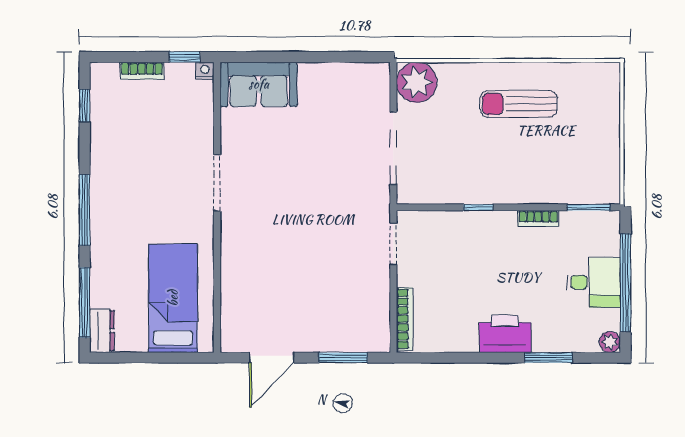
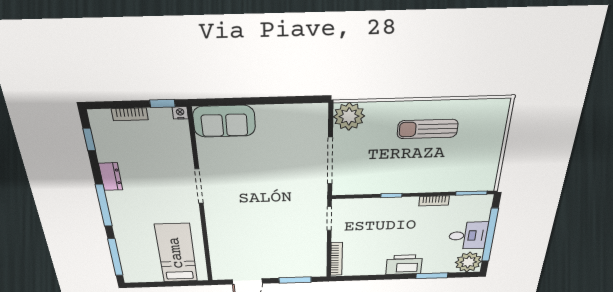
dresser: (102, 331) -> (111, 177), moved
plant: (610, 342) -> (468, 262), width x1.88, depth x1.88

